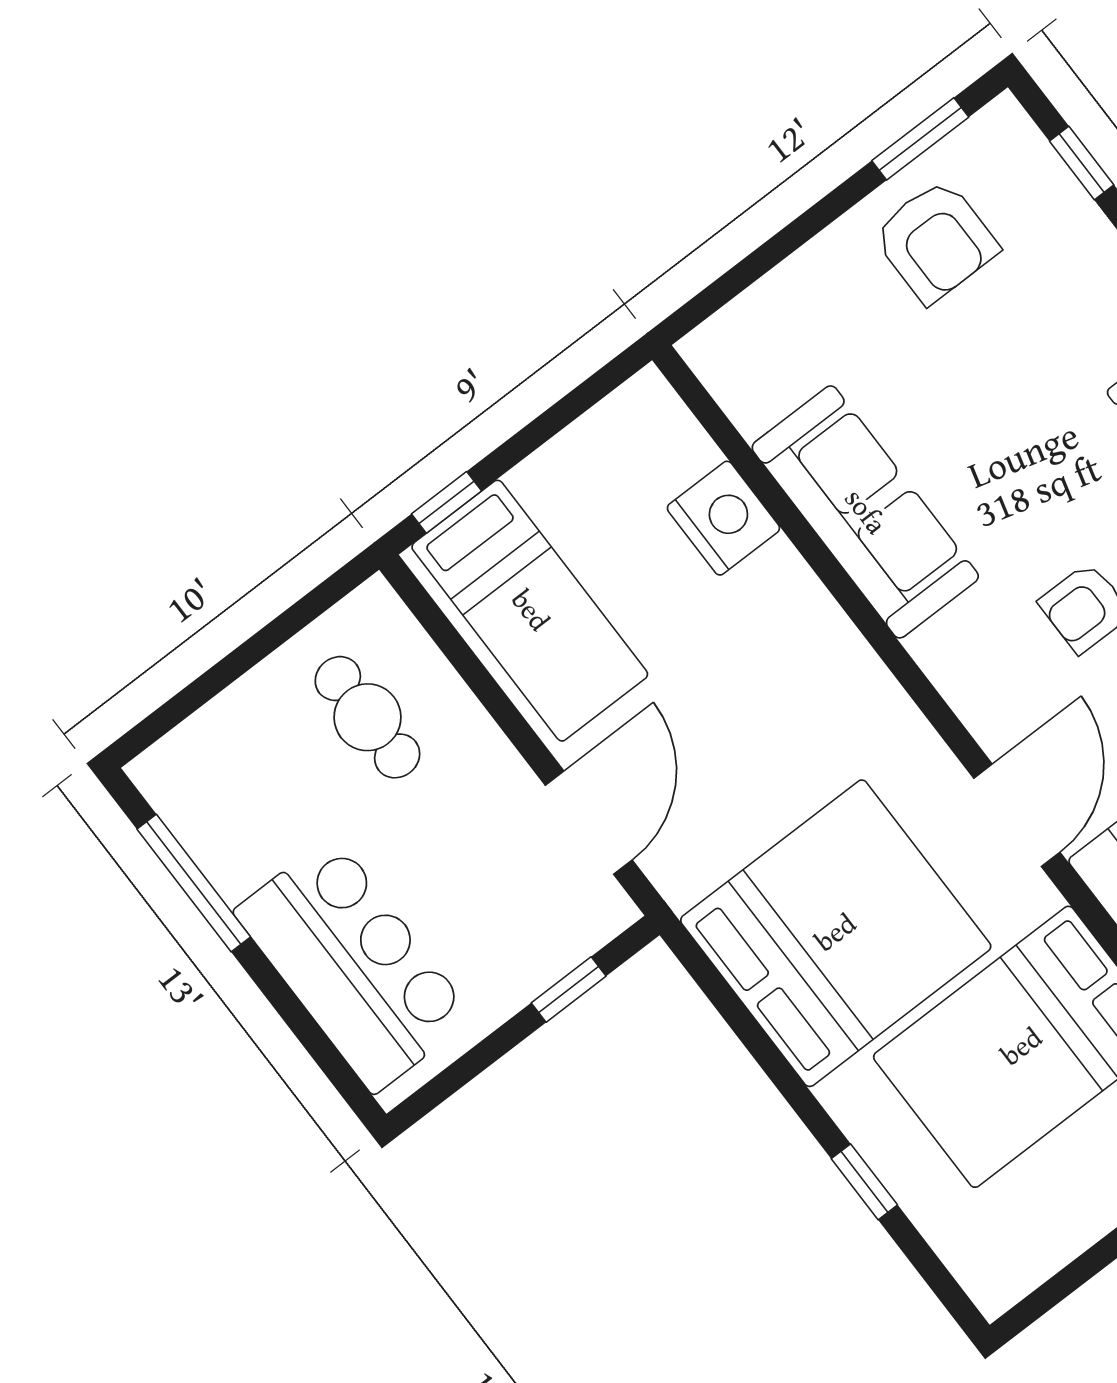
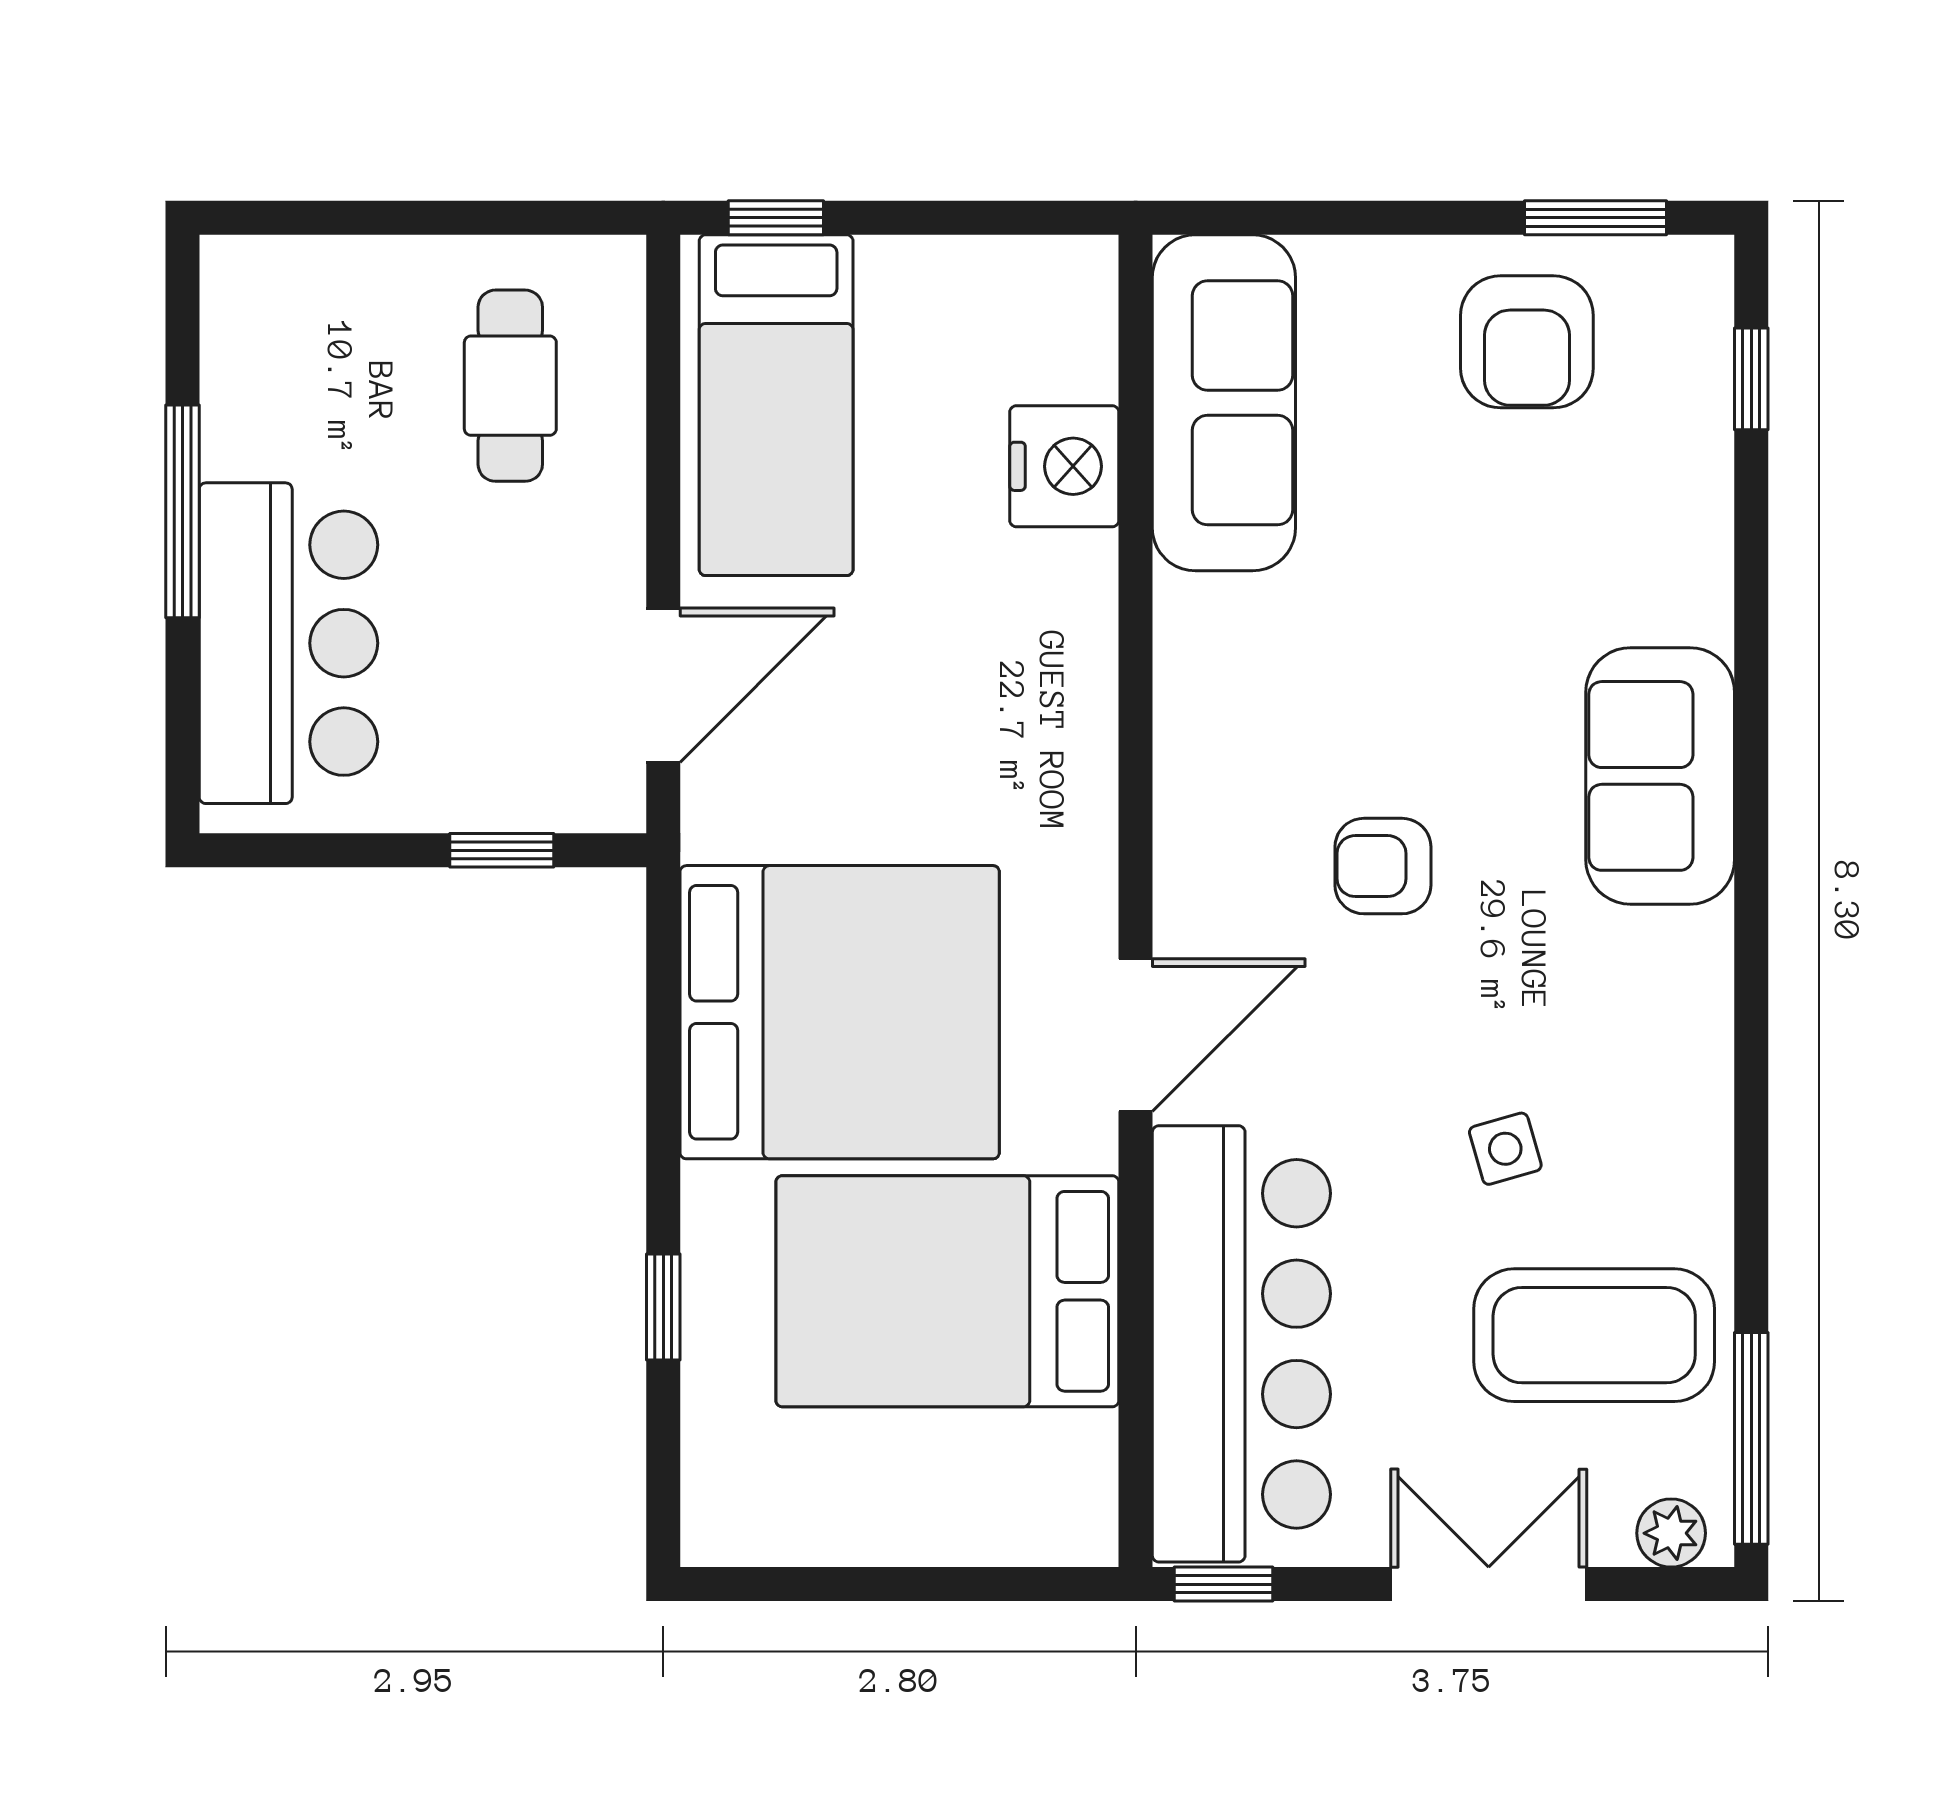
sofa: (865, 512) -> (1224, 403), moved
window: (194, 883) -> (182, 511), moved

